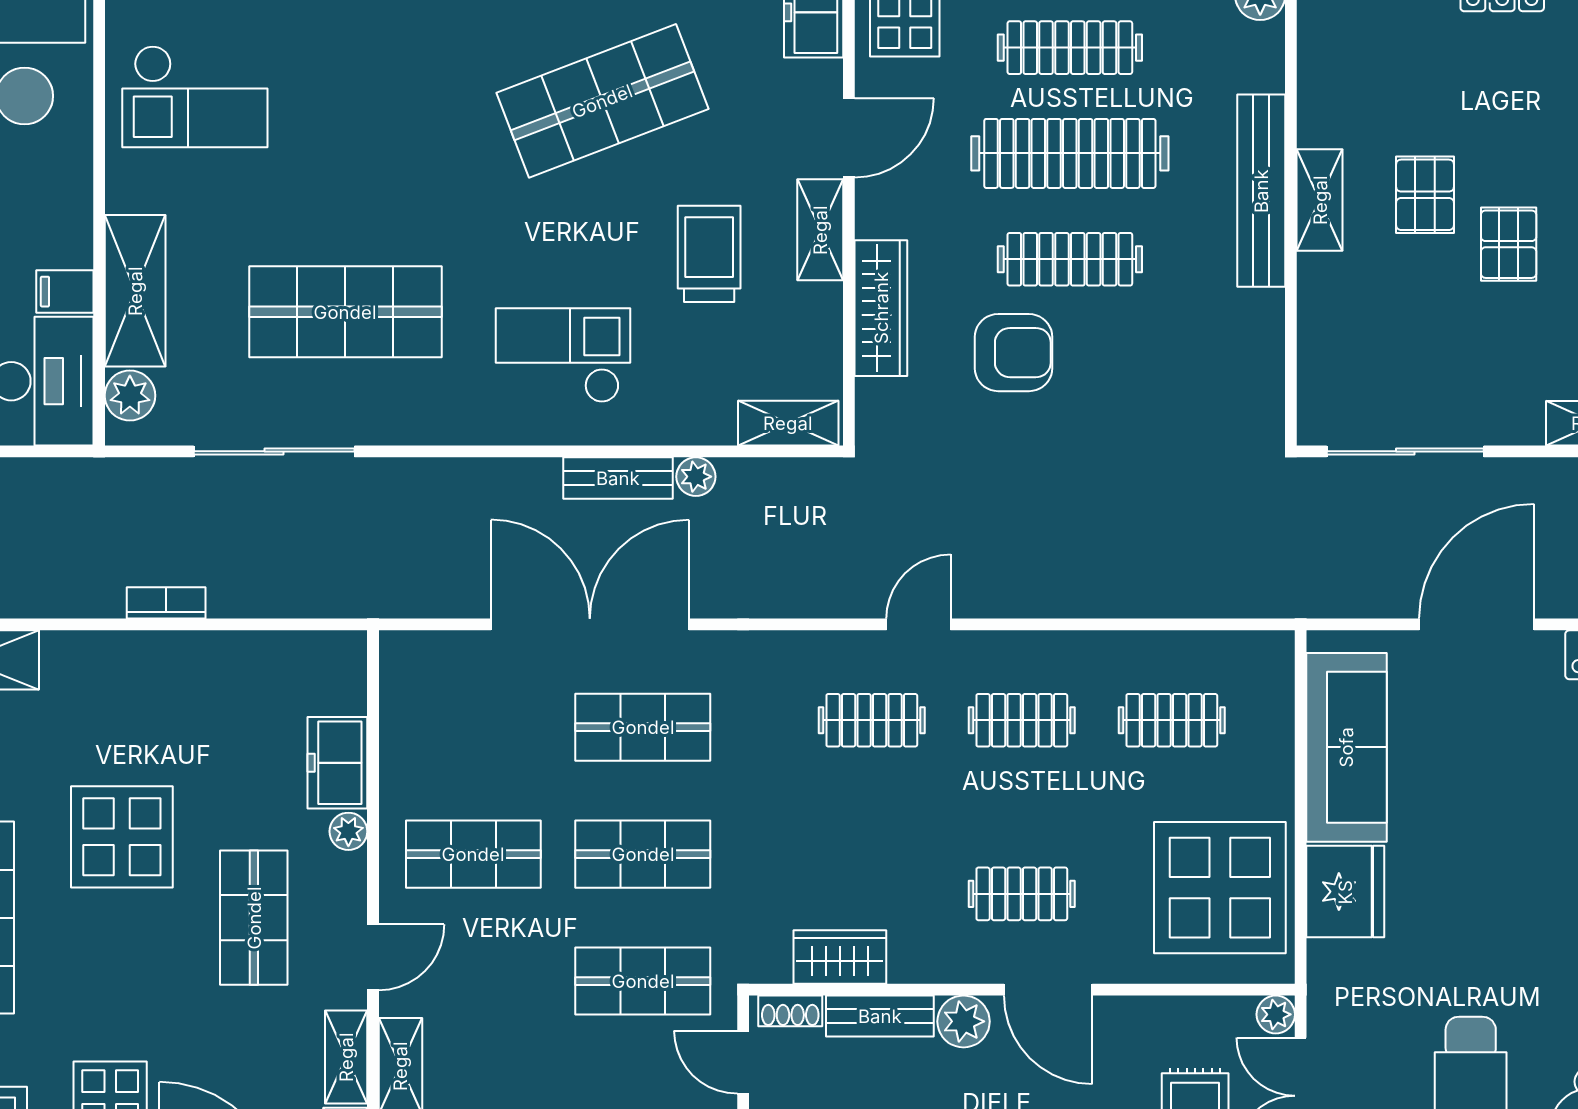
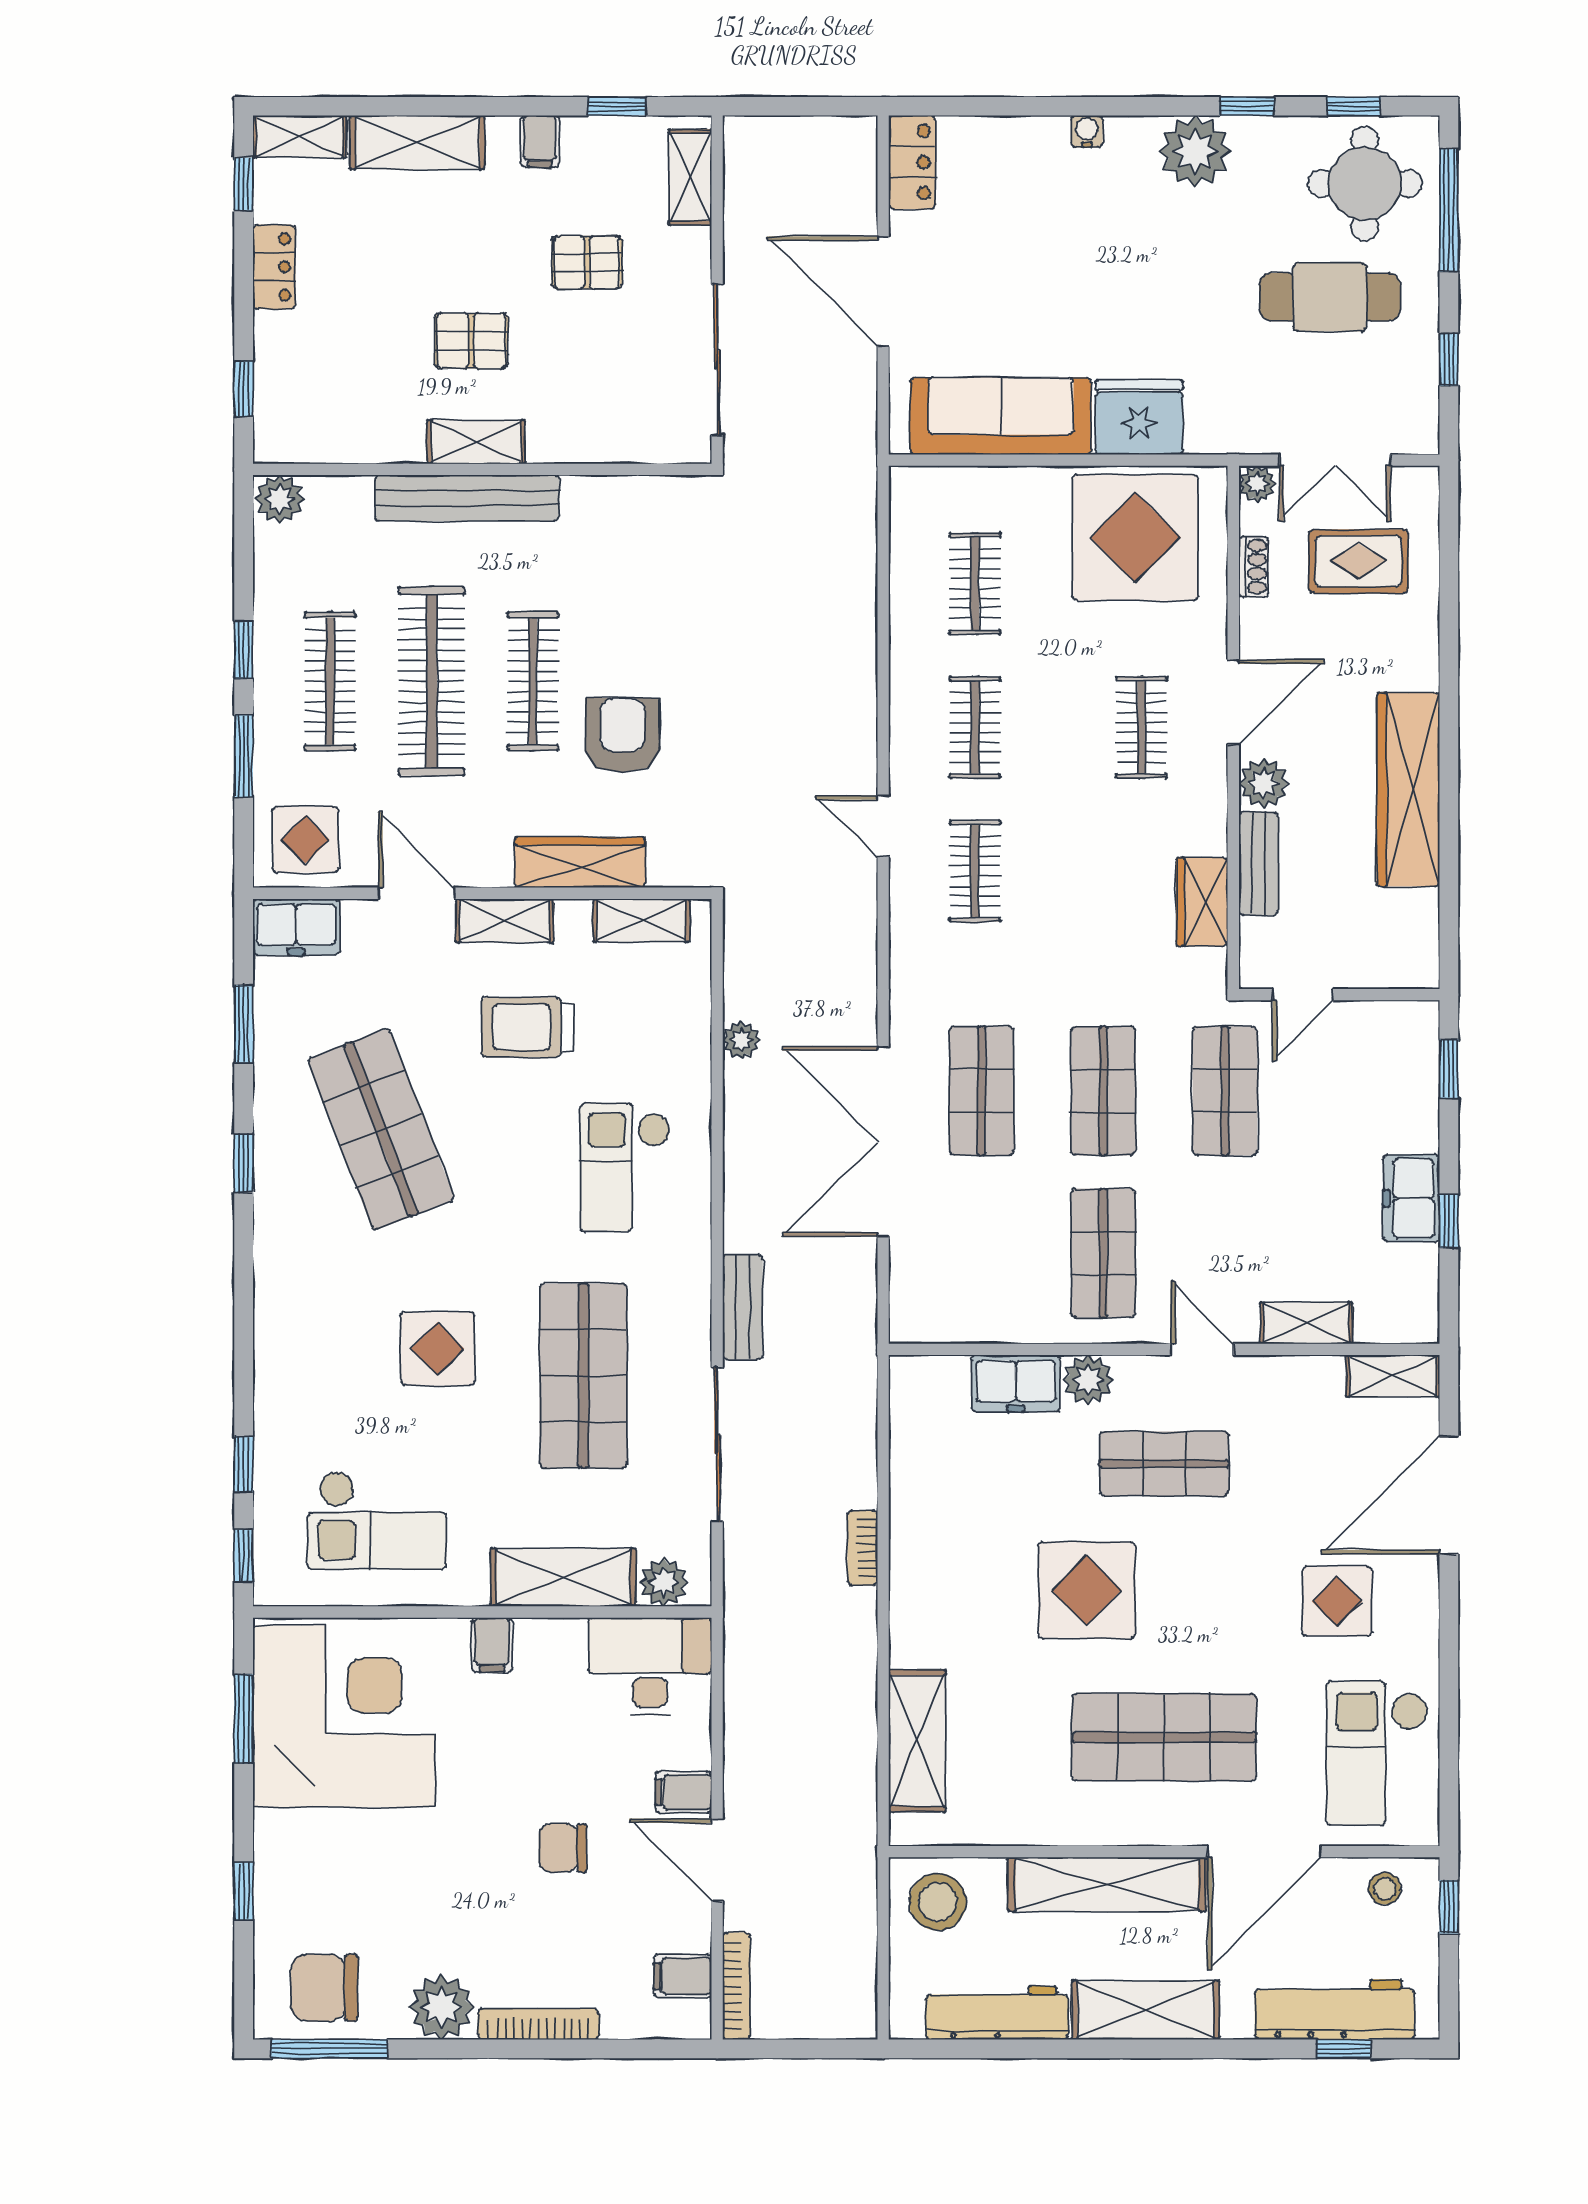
checkout: (195, 96) -> (377, 1520), turned 90
display table: (374, 160) -> (438, 1349), added
pallet: (1509, 244) -> (587, 262), moved
filing cabinet: (65, 292) -> (492, 1645), moved
shelving: (788, 423) -> (641, 920), moved, turned 90
bench: (618, 478) -> (743, 1307), moved
plant: (348, 831) -> (1088, 1380), width x1.38, depth x1.38
shoe rack: (790, 1011) -> (1254, 567), moved
shelving: (346, 1057) -> (1298, 1375), removed

